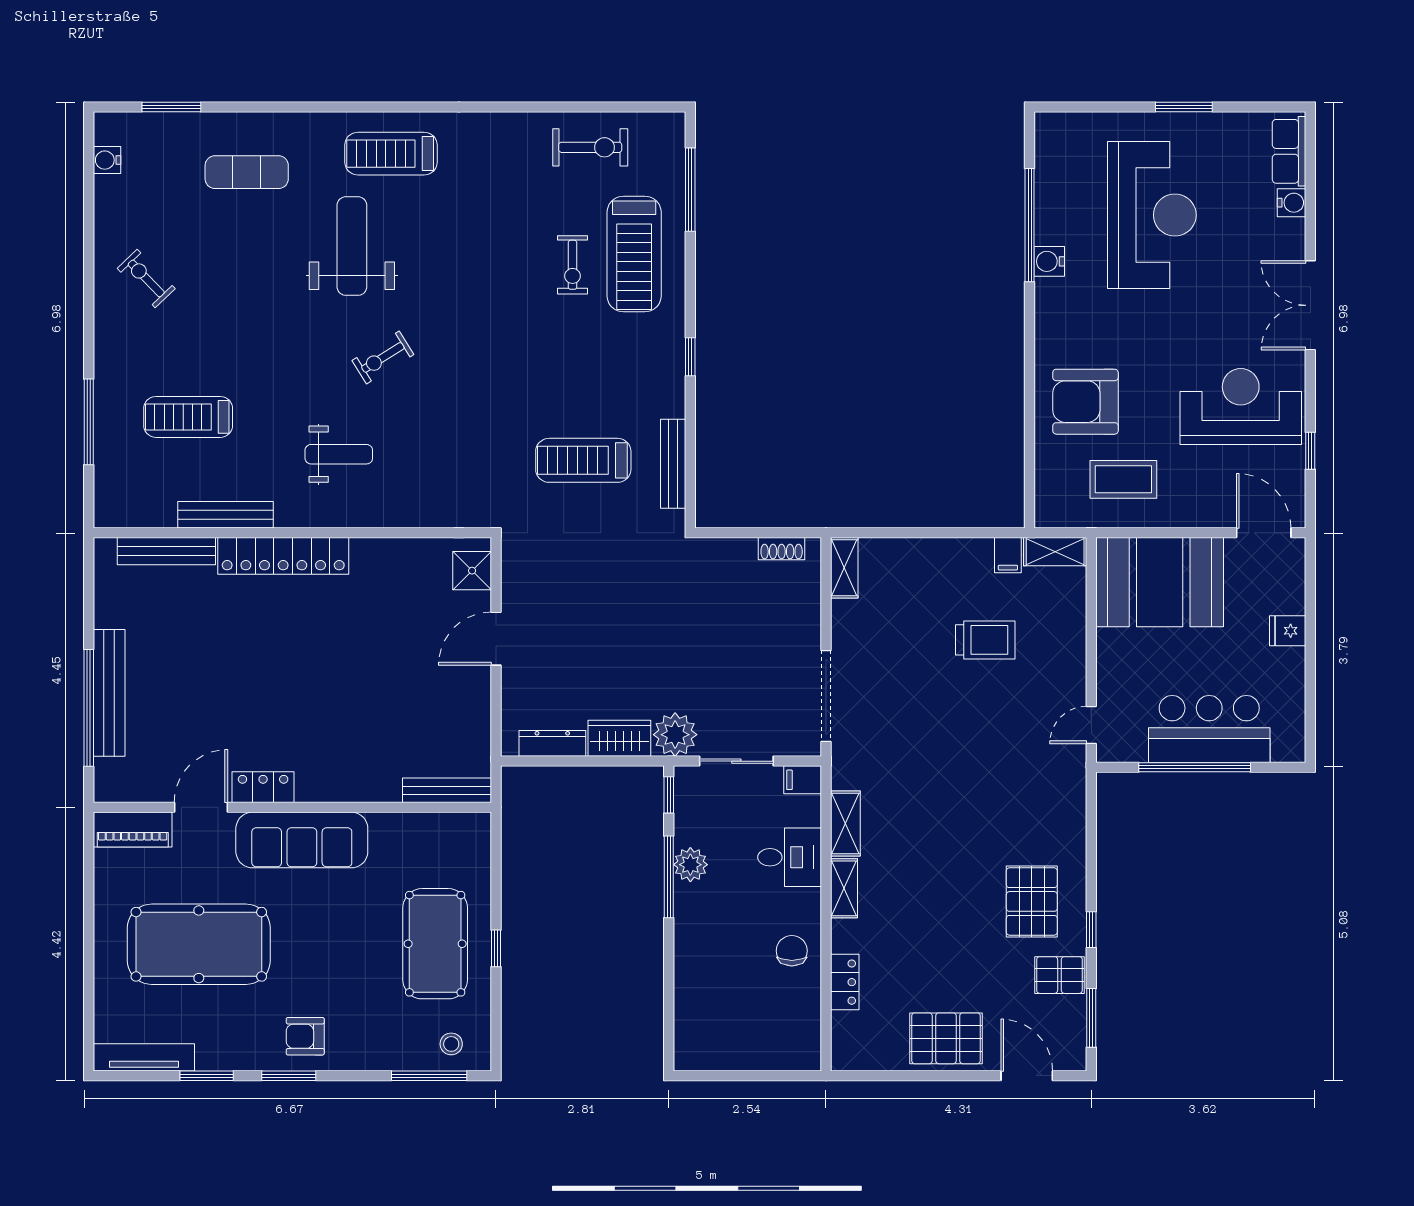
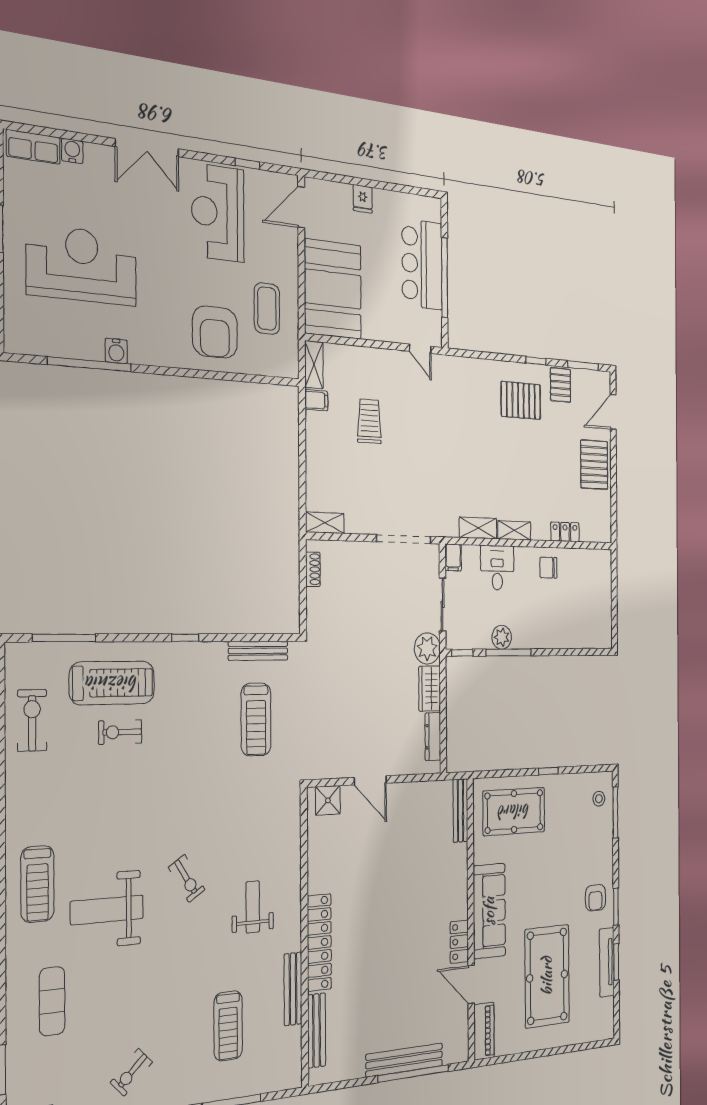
exercise bike: (573, 265) -> (120, 732), turned 180
pool table: (435, 944) -> (514, 811), moved
tv unit: (144, 1057) -> (607, 962), moved

